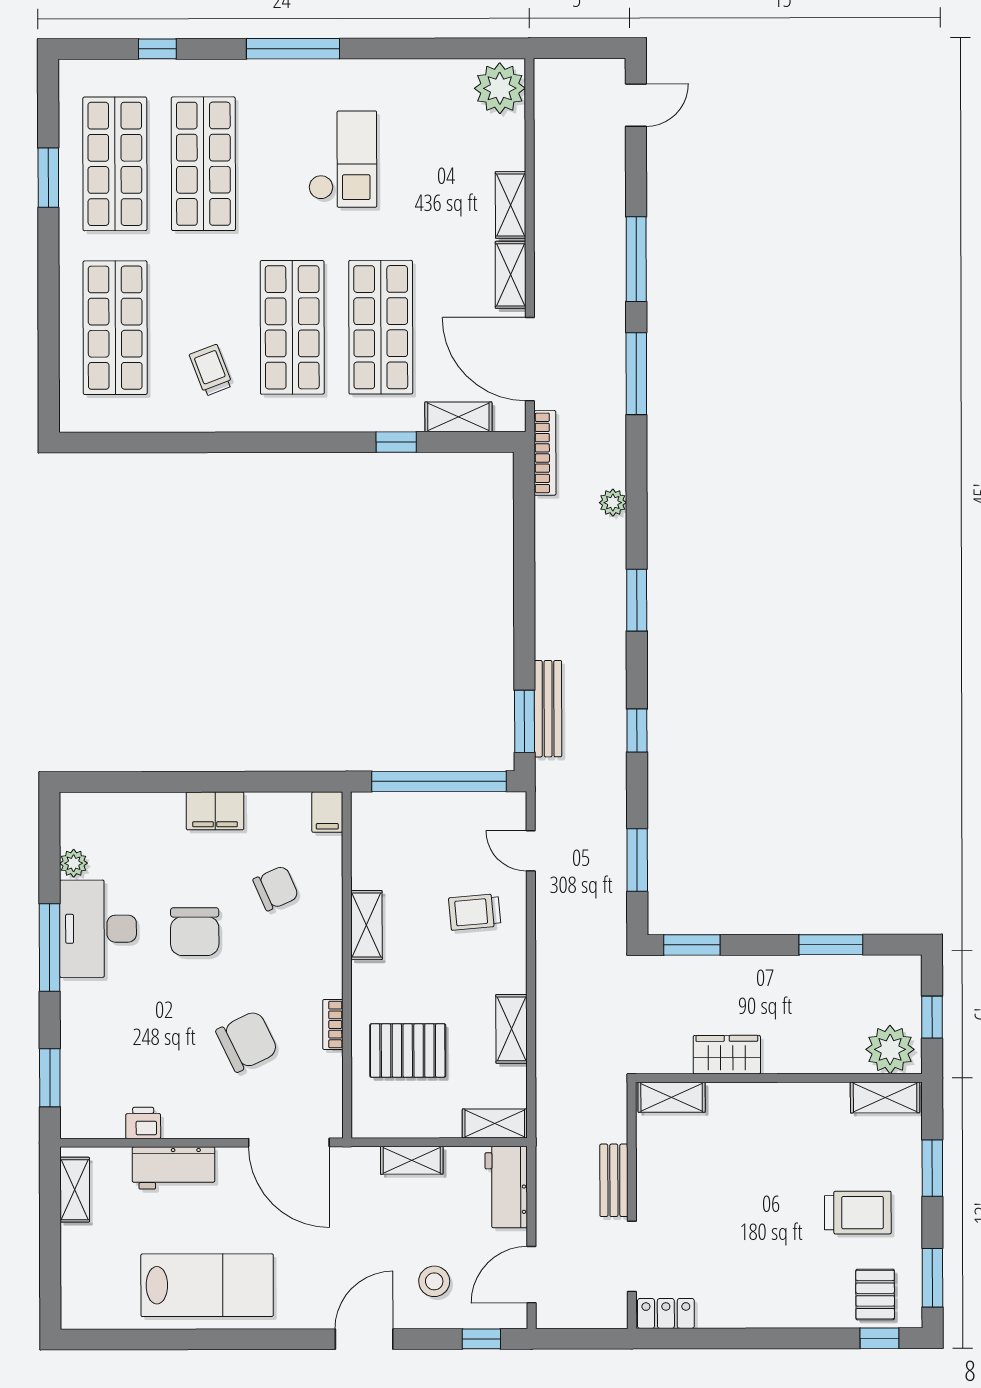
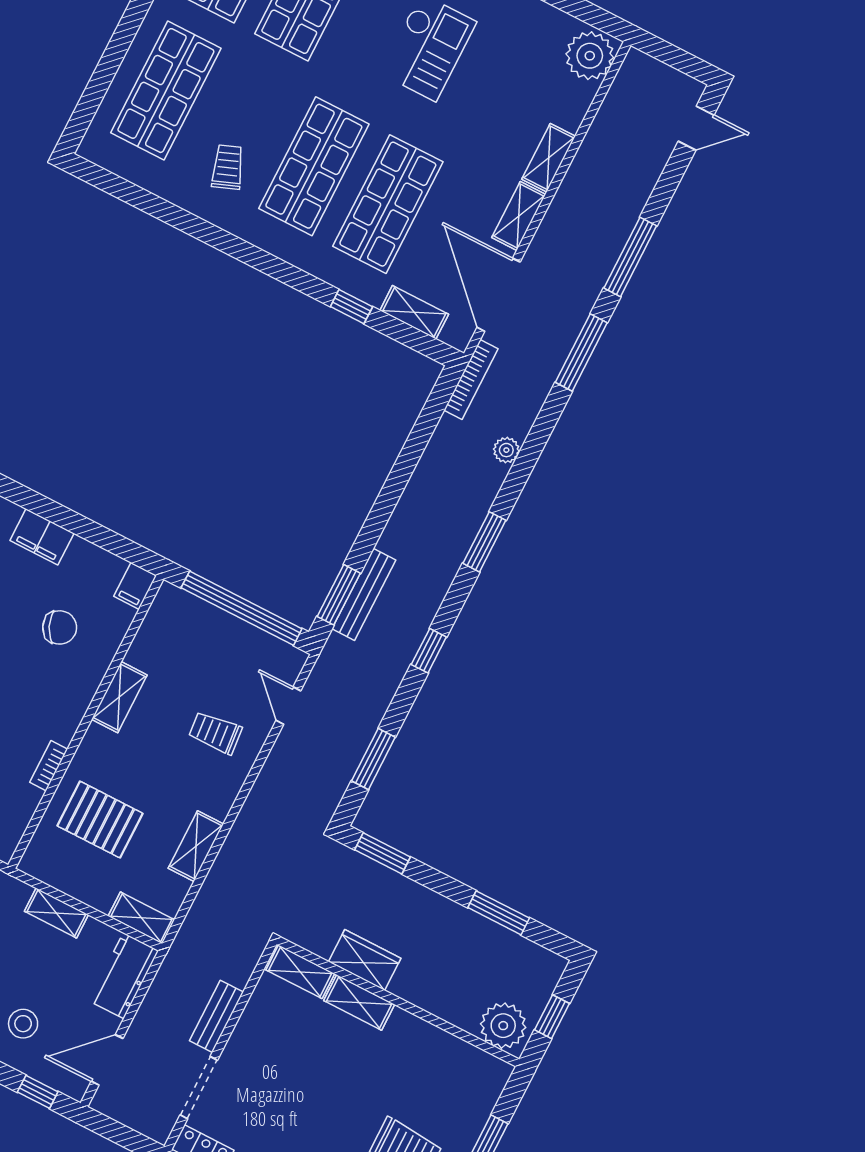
shelving: (885, 1097) -> (359, 1002), moved

